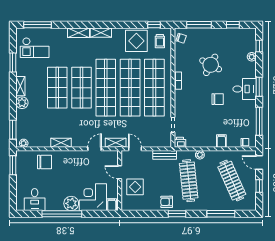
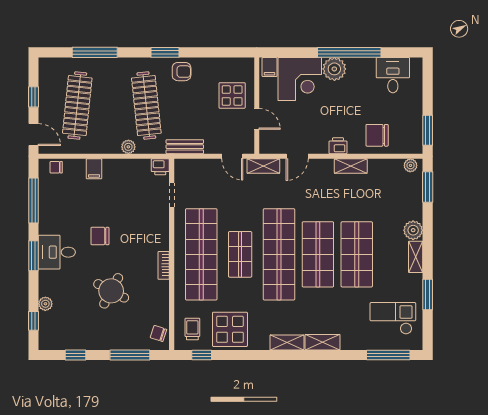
shop shelf: (130, 88) -> (240, 254), width x0.50, depth x0.74
printer: (69, 156) -> (338, 146), added
clothes rail: (232, 181) -> (77, 106), turned 30

